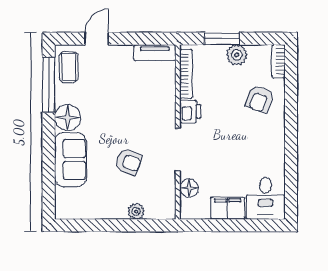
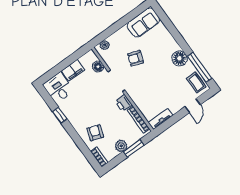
sofa: (70, 159) -> (143, 23), moved, turned -90
window: (291, 159) -> (60, 115), added
plant: (136, 211) -> (105, 45), moved

